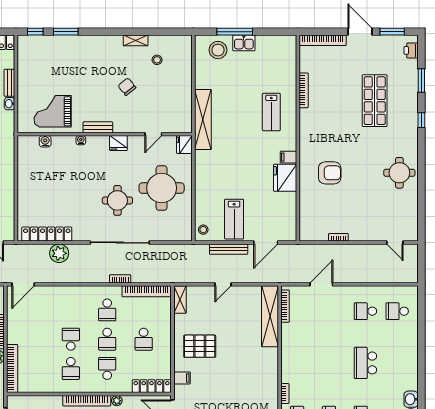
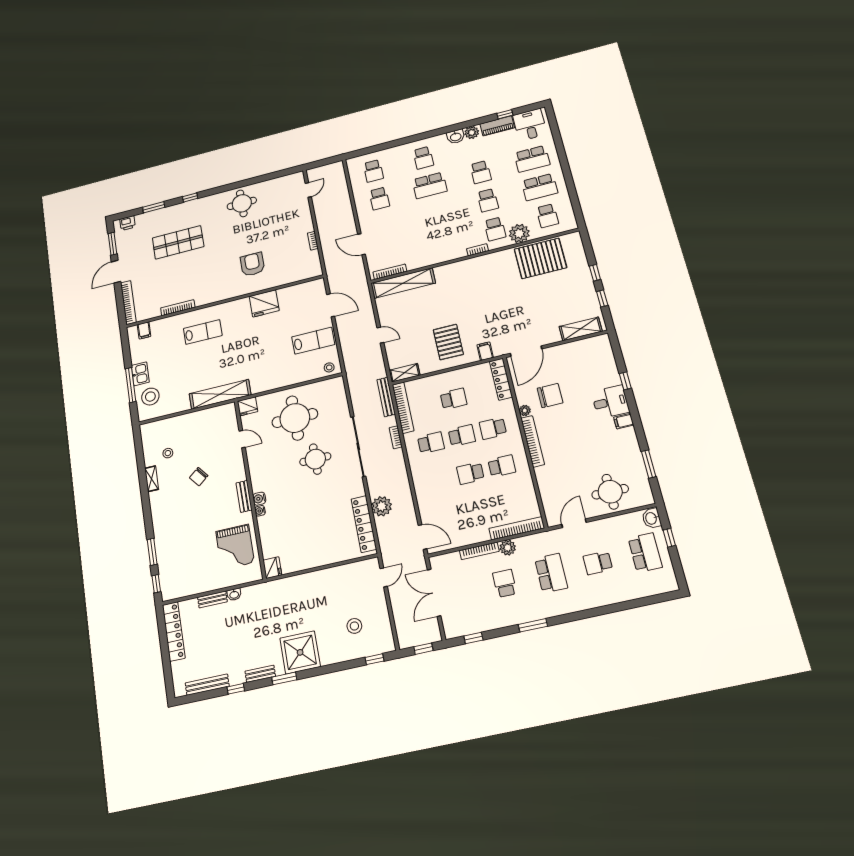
water cooler: (45, 141) -> (259, 499), moved
fridge: (118, 143) -> (272, 568), moved
filing cabinet: (288, 157) -> (144, 330), moved
bench: (229, 249) -> (386, 397), moved
school desk: (397, 363) -> (423, 158), added

